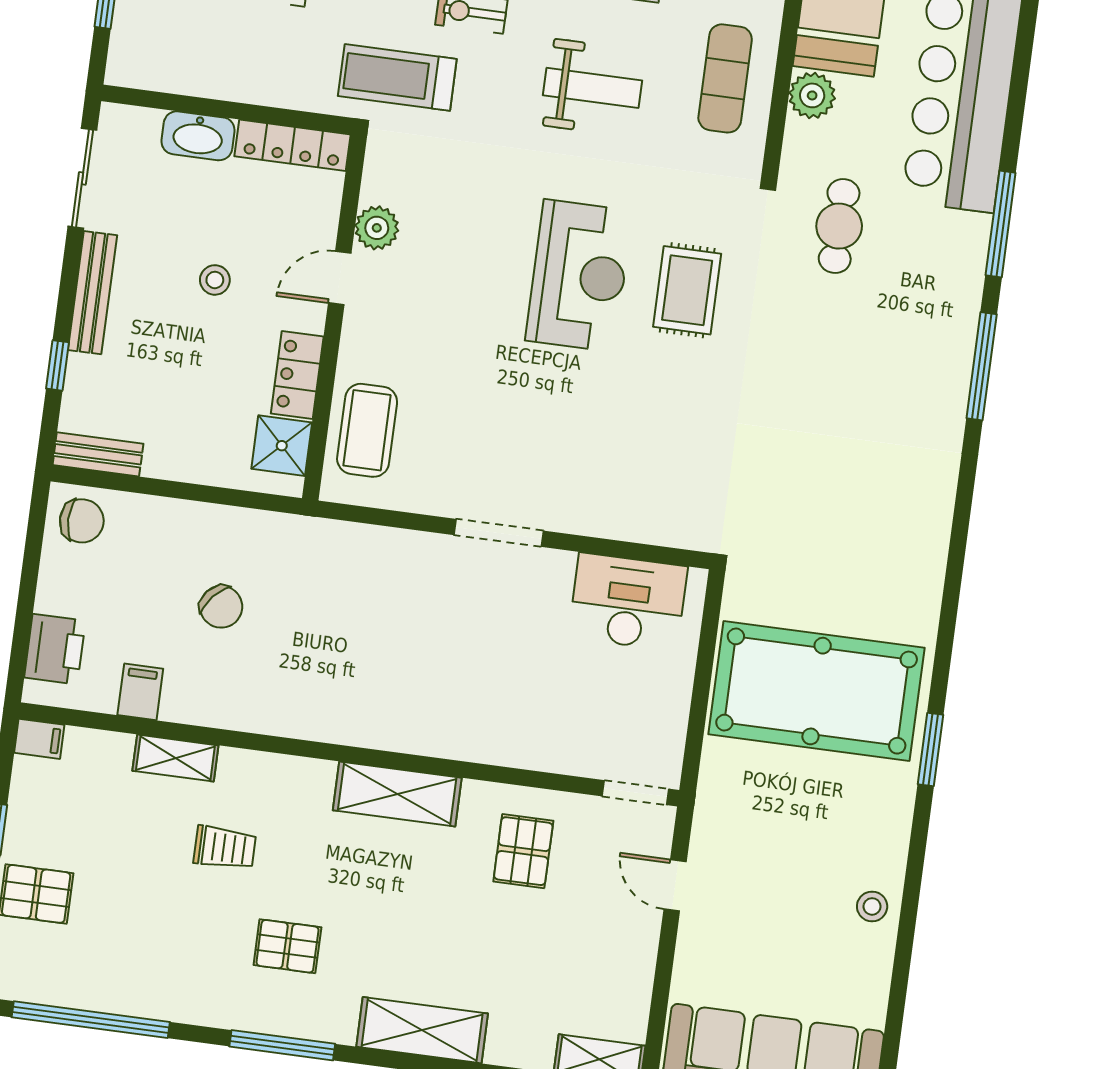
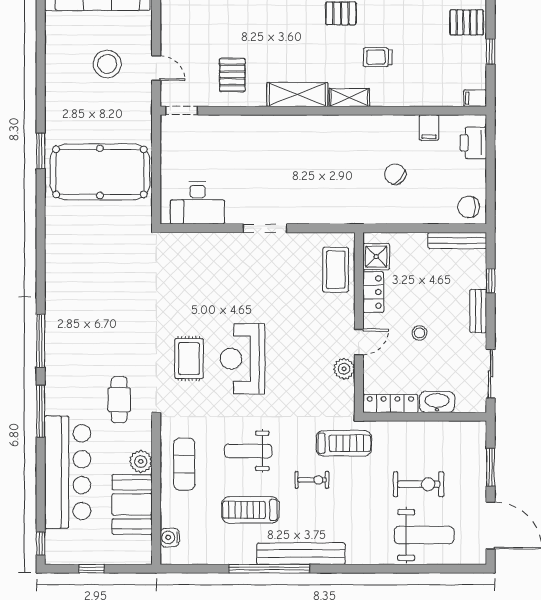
bench: (93, 293) -> (478, 311), width x0.73
bench: (98, 454) -> (457, 240), width x1.36
shelving: (175, 758) -> (349, 98), moved
stool: (872, 906) -> (107, 64), moved, width x1.89, depth x1.89

